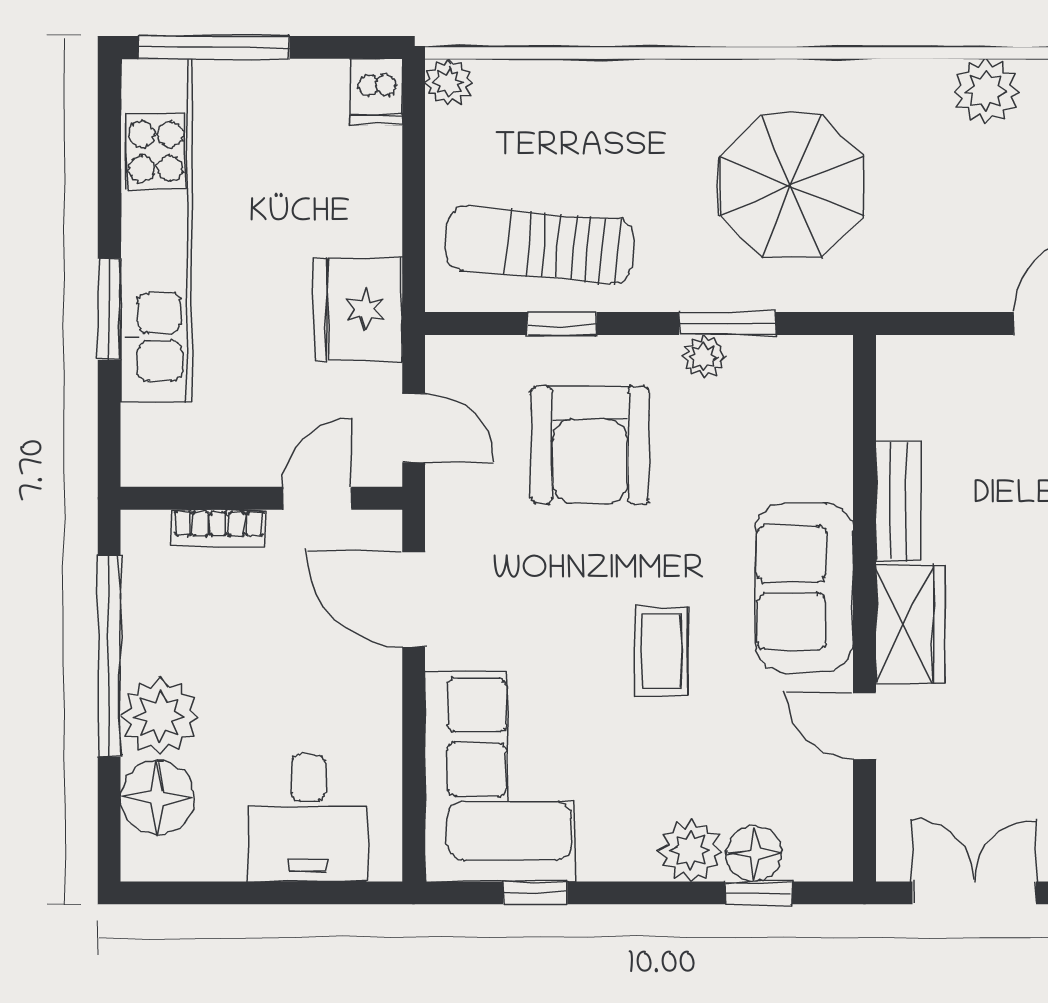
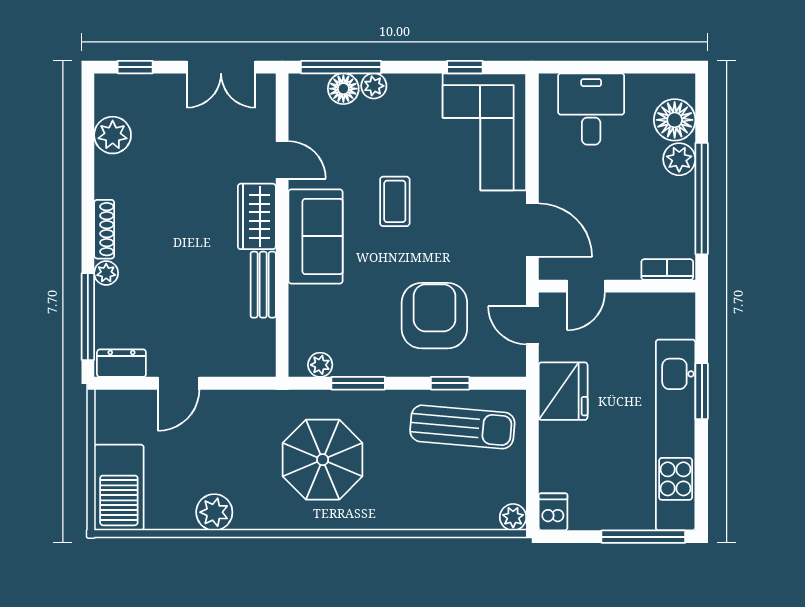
plant: (704, 357) -> (320, 365), moved
bookcase: (219, 528) -> (667, 270), moved
plant: (160, 716) -> (679, 159), width x0.73, depth x0.73
plant: (691, 850) -> (374, 86), width x0.73, depth x0.73
window: (758, 893) -> (341, 67), width x2.17

